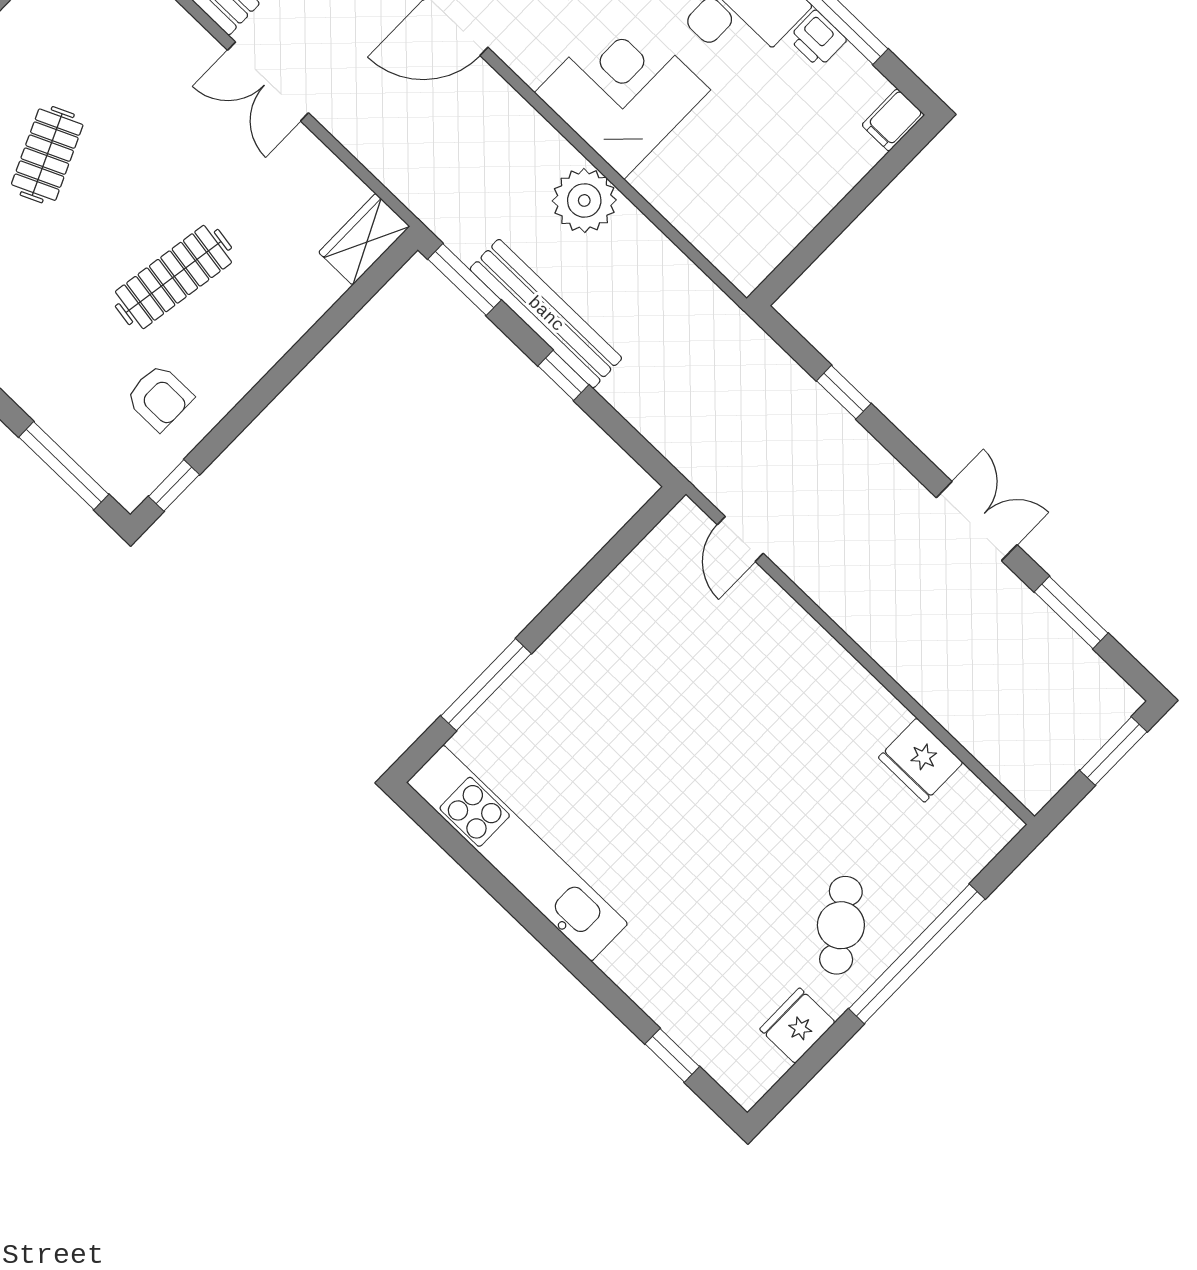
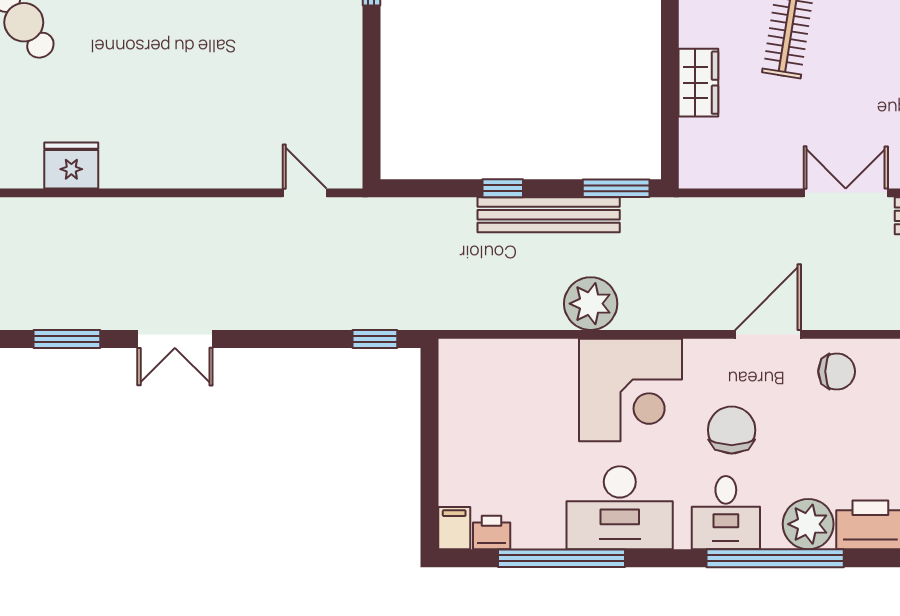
printer: (817, 39) -> (492, 533), moved
wardrobe: (364, 239) -> (698, 83), moved
window: (844, 392) -> (375, 339), moved

